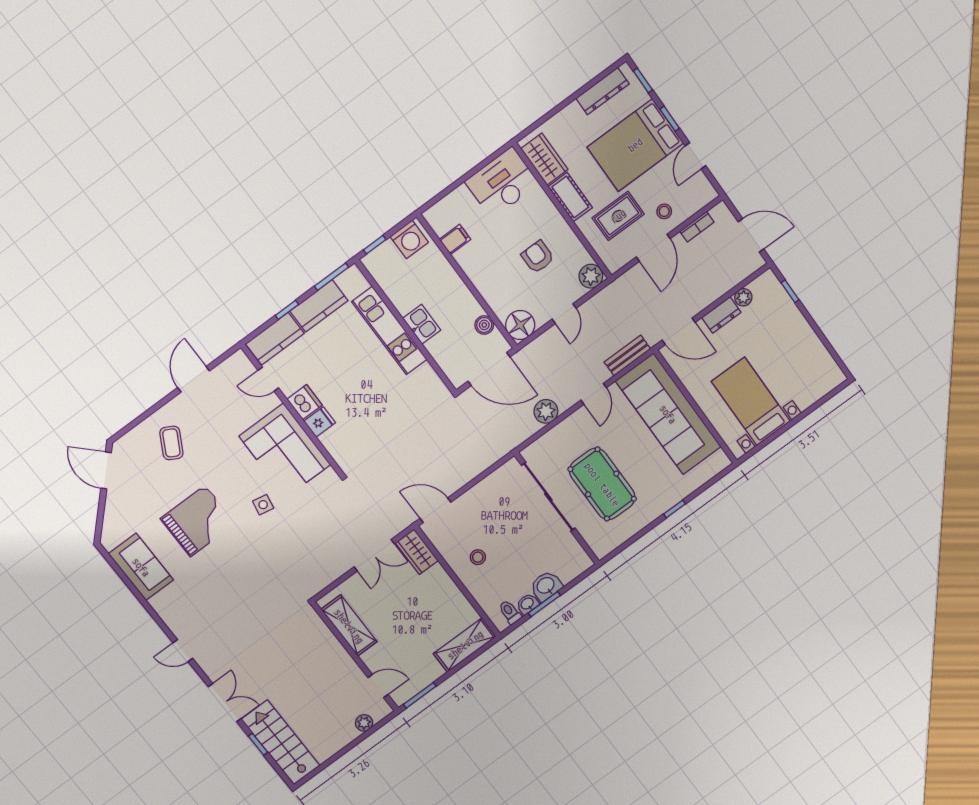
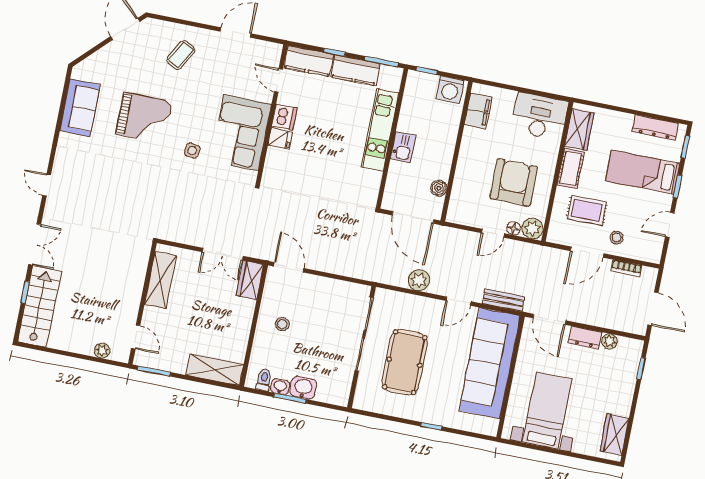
bed: (635, 145) -> (642, 172), width x0.67
filing cabinet: (455, 239) -> (478, 111), width x2.00
armchair: (538, 257) -> (514, 182), width x1.88, depth x1.88
floor lamp: (520, 325) -> (514, 228), moved, width x0.53, depth x0.53
wardrobe: (822, 363) -> (614, 434), added

